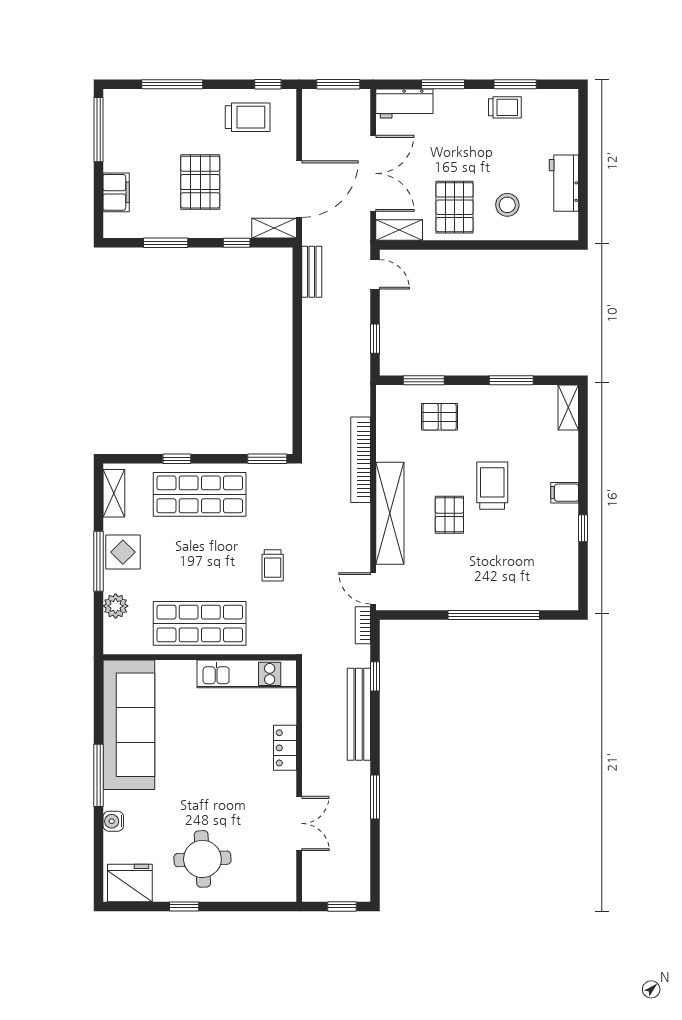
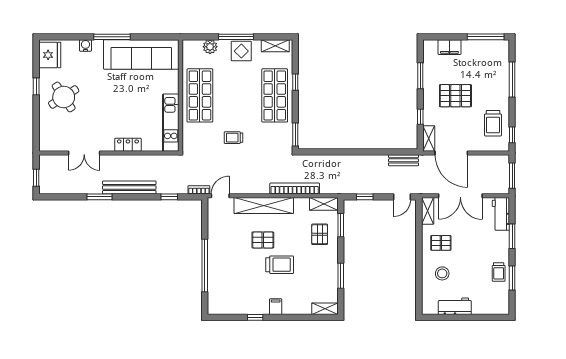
pallet: (455, 207) -> (441, 243), width x0.67, depth x0.71
shelving: (387, 409) -> (324, 204), added
bench: (359, 714) -> (129, 188), moved
round table: (202, 859) -> (64, 97), turned -30

